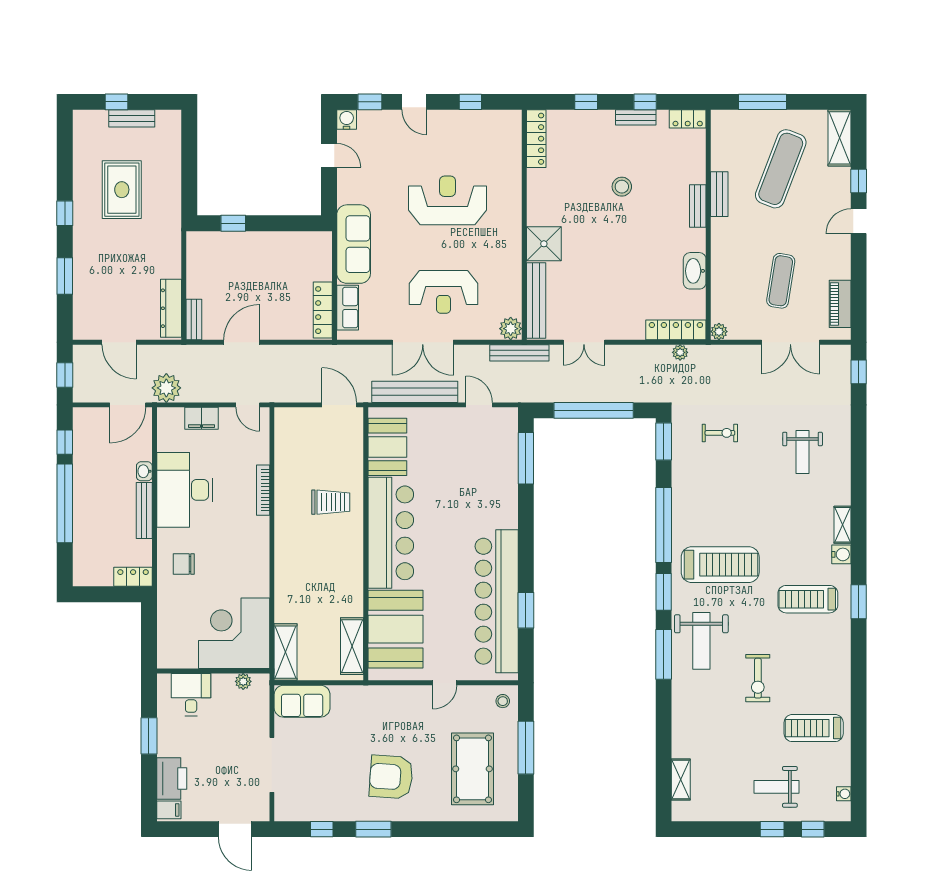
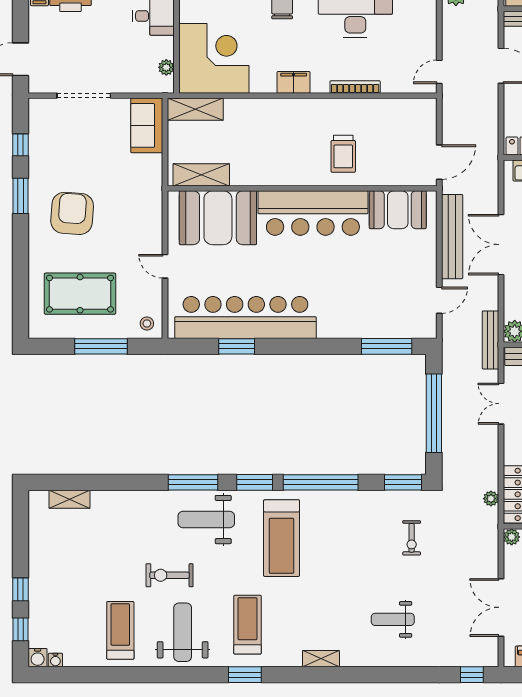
filing cabinet: (202, 418) -> (294, 82), moved, turned 90
water cooler: (841, 554) -> (38, 658), moved
weight bench: (776, 787) -> (183, 632), moved, width x1.36, depth x1.33

